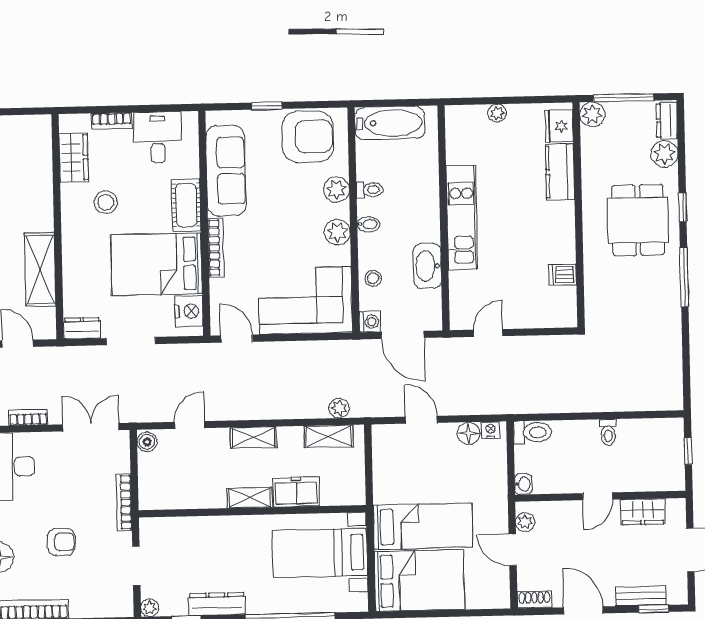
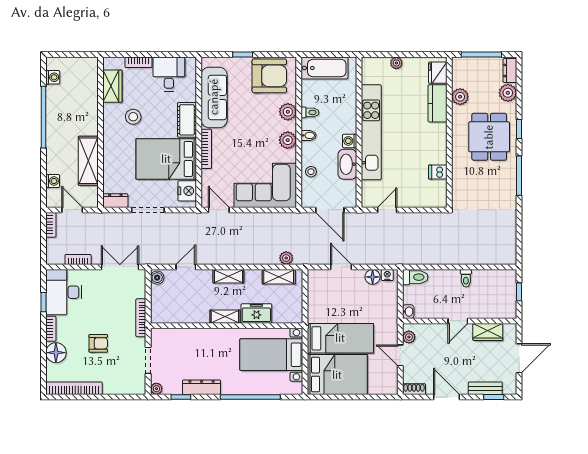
plant: (592, 114) -> (460, 97), moved
kitchen unit: (462, 217) -> (371, 132), width x1.36
washing machine: (370, 322) -> (350, 141), moved, turned 180

